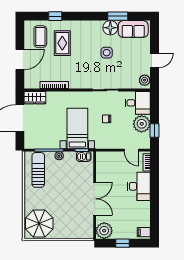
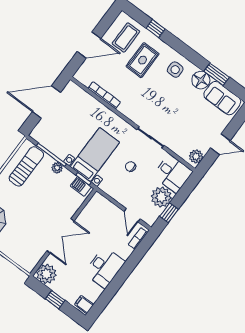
side table: (107, 53) -> (175, 70), moved
wardrobe: (35, 98) -> (76, 93), removed
desk: (139, 186) -> (105, 267), moved

